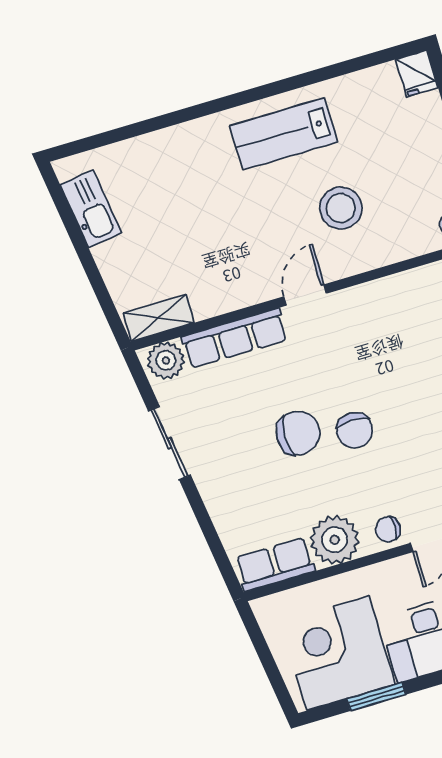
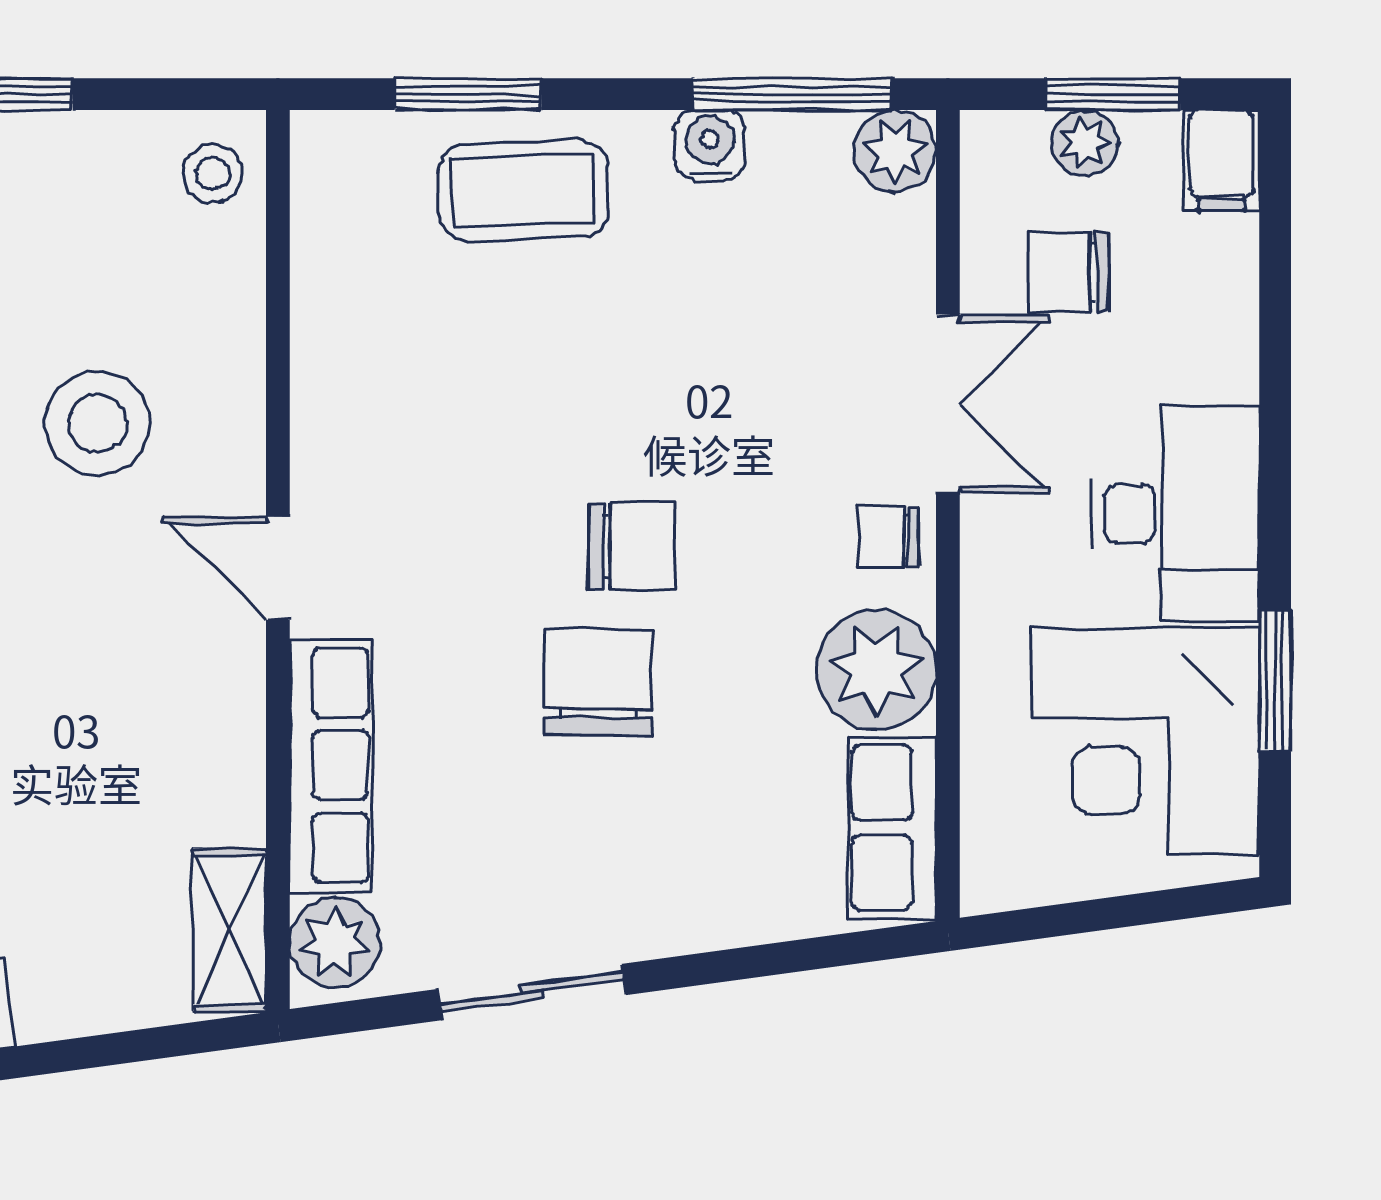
chair: (388, 529) -> (888, 537), turned 90

